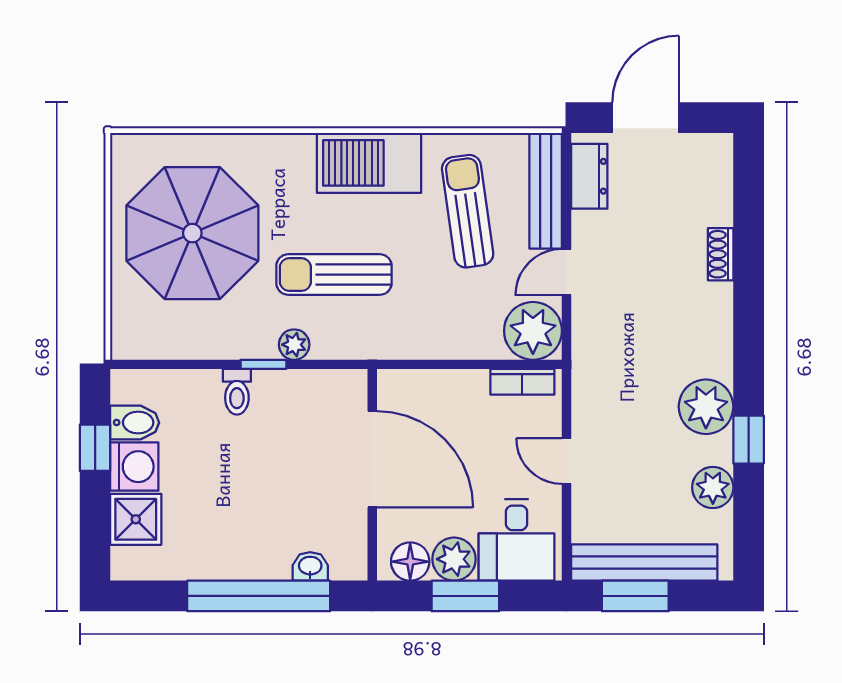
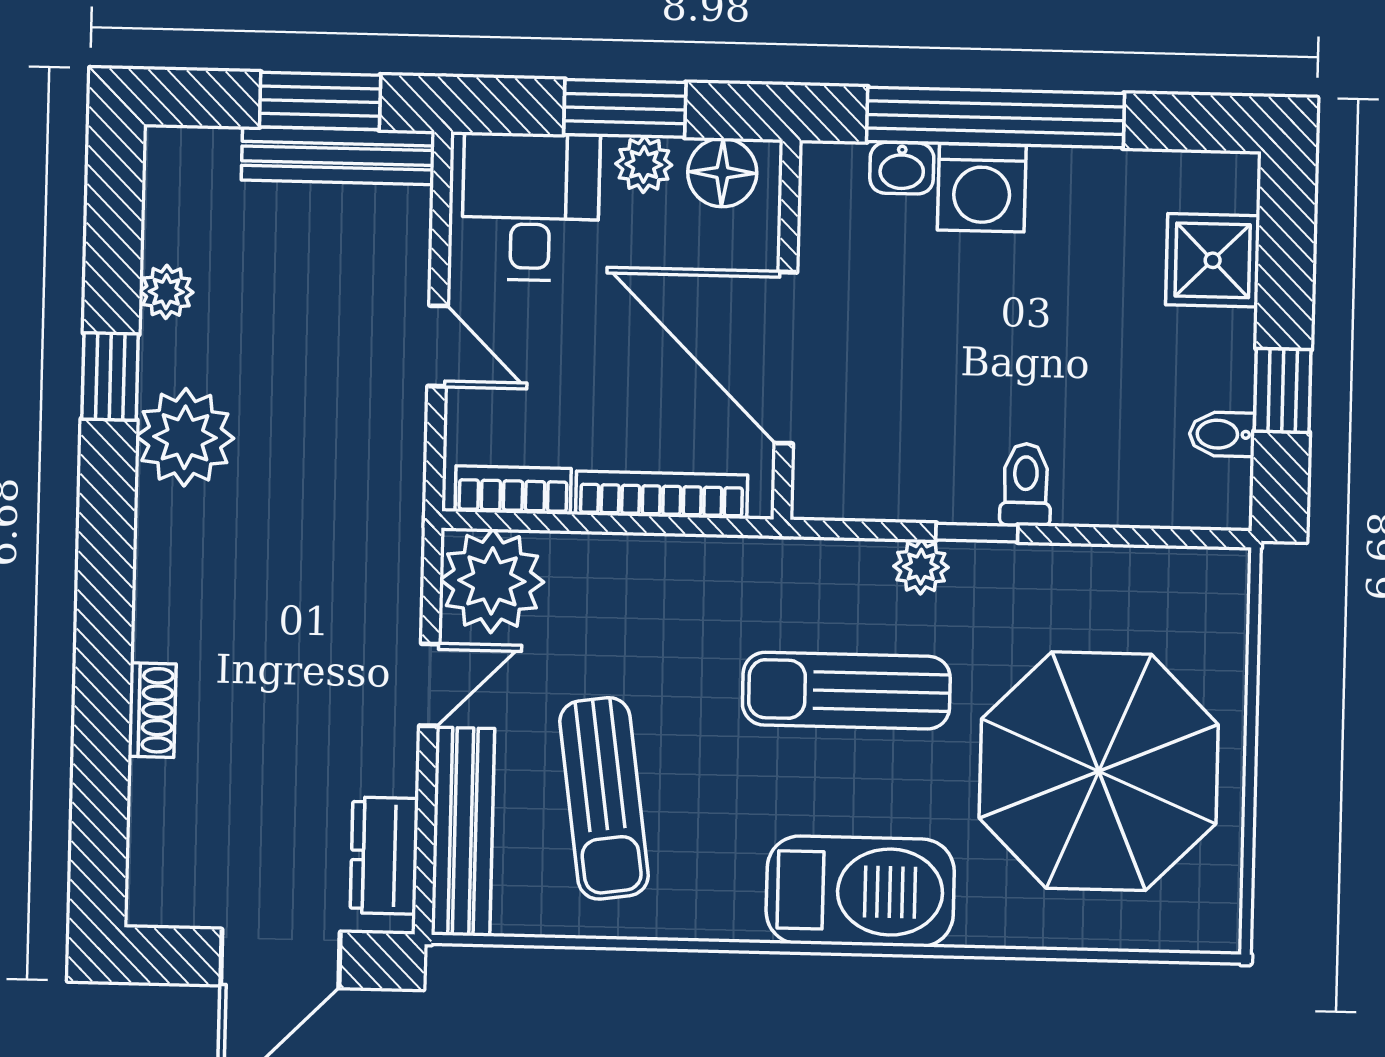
barbecue: (369, 163) -> (860, 891), moved
sun lounger: (334, 275) -> (846, 691), turned 180
bookcase: (440, 381) -> (662, 495), added
bidet: (135, 423) -> (1222, 434), width x0.72, depth x0.74
washing machine: (134, 467) -> (982, 188), moved, turned -90
plant: (713, 487) -> (166, 292), width x0.73, depth x0.73
plant: (454, 559) -> (644, 164), width x0.73, depth x0.73
bench: (644, 562) -> (338, 156), width x0.73, depth x0.82

